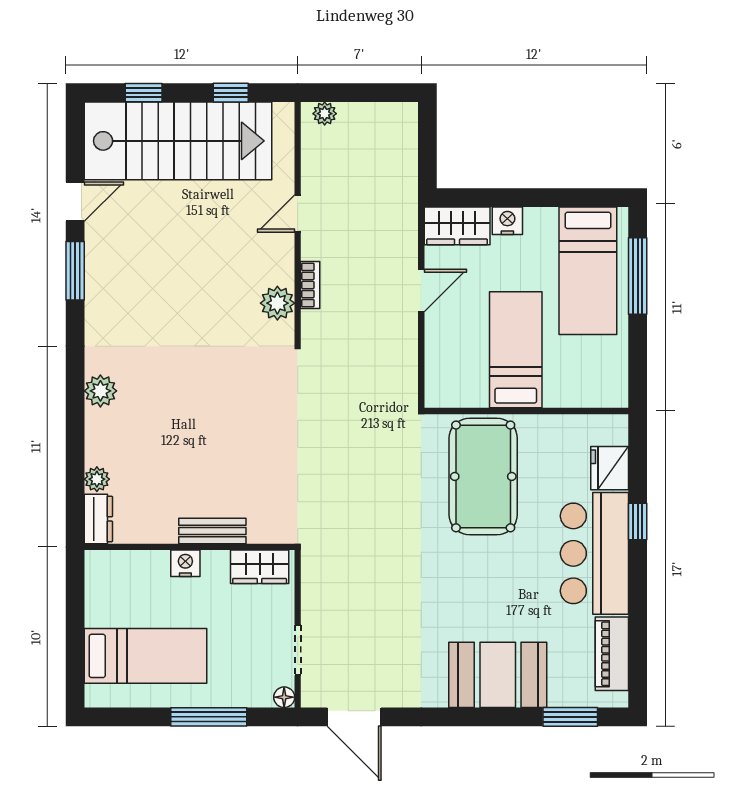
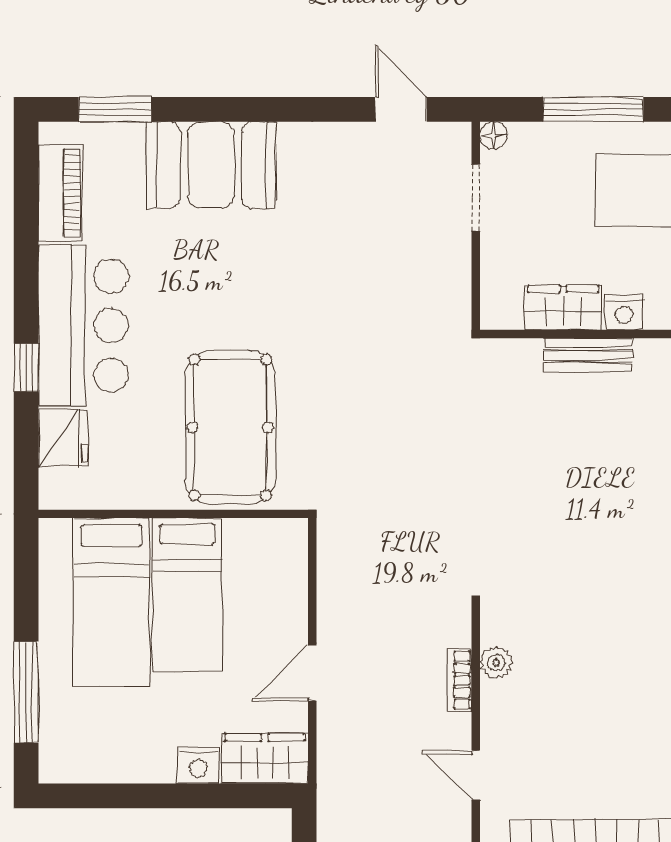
door: (298, 213) -> (476, 775), swing flipped
bed: (588, 271) -> (111, 602), moved, turned 180
plant: (277, 303) -> (496, 663), width x0.73, depth x0.73
wardrobe: (260, 567) -> (563, 308), moved
door: (354, 717) -> (401, 109), width x0.73

